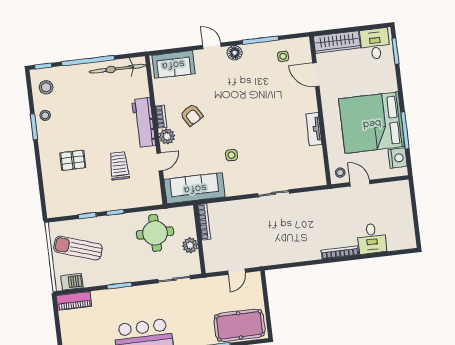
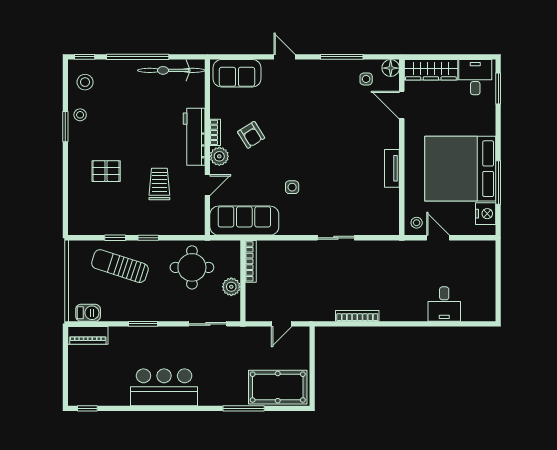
floor lamp: (235, 53) -> (391, 68), moved
sun lounger: (78, 248) -> (120, 266), moved
bookcase: (340, 252) -> (357, 316), moved

